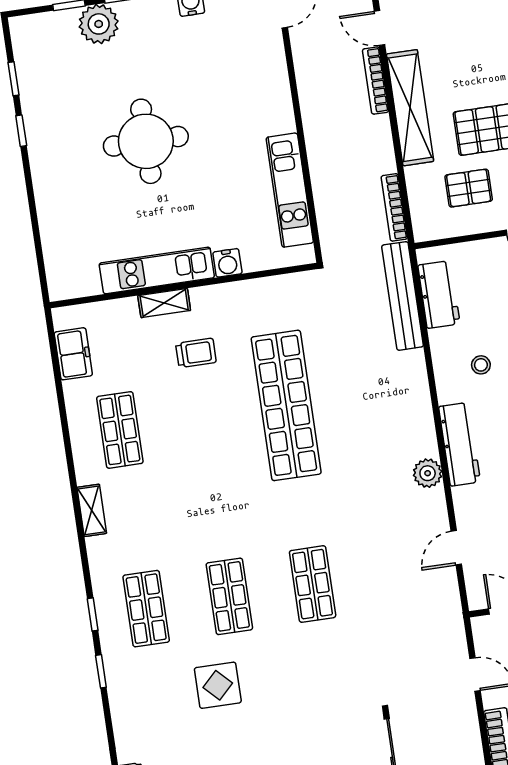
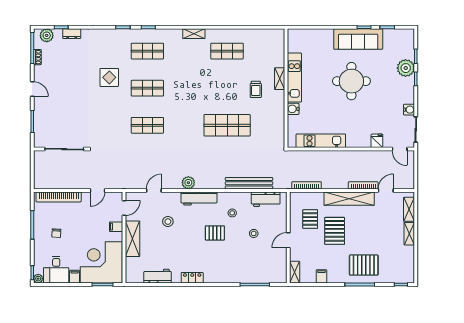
fridge: (271, 64) -> (377, 141), added
sofa: (49, 140) -> (358, 39), added
bench: (403, 296) -> (249, 183), moved
freezer: (73, 354) -> (263, 36), removed
shop shelf: (286, 405) -> (227, 125), width x0.71
door: (456, 548) -> (154, 190), hinge flipped

